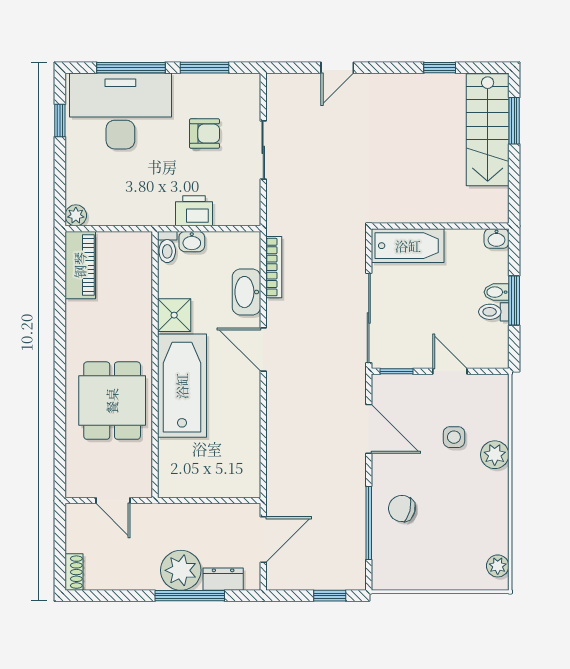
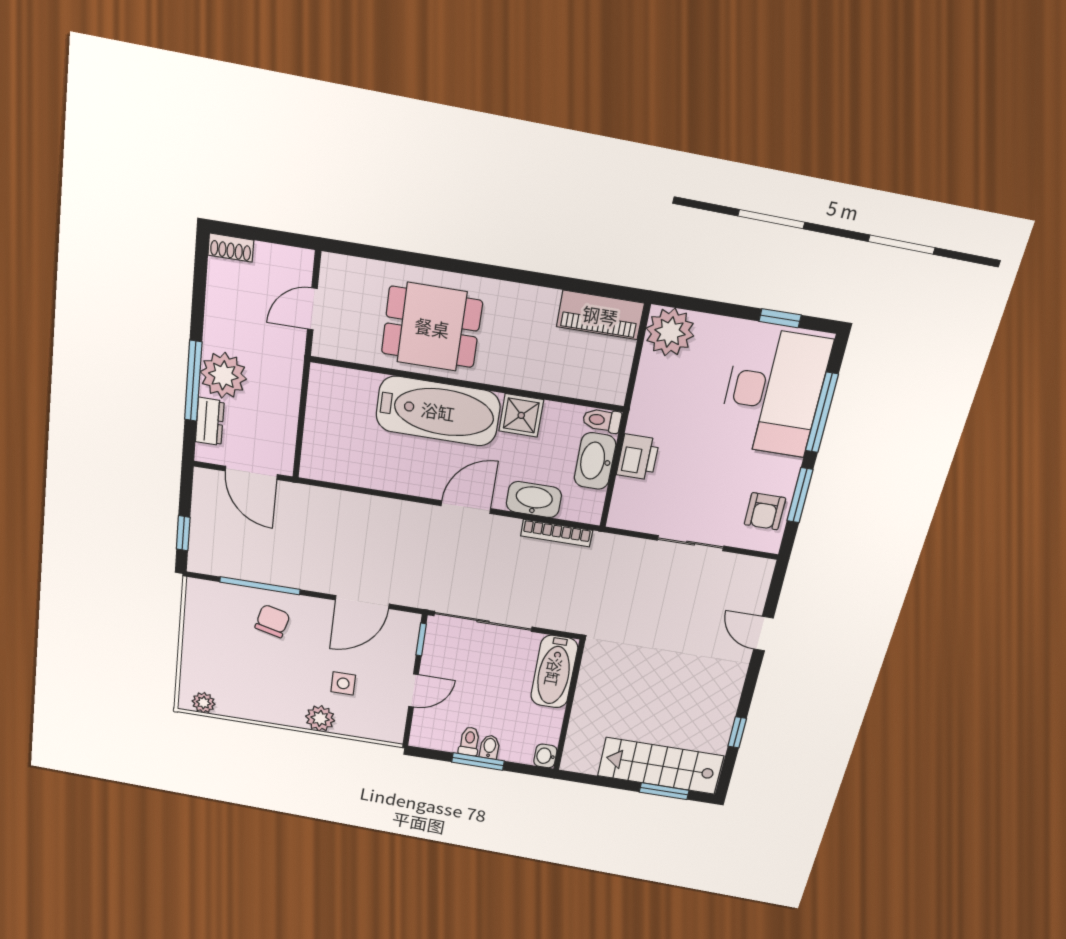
armchair: (205, 134) -> (765, 511), moved
plant: (76, 215) -> (670, 332), width x1.88, depth x1.88
washbasin: (192, 242) -> (595, 461), width x1.91, depth x1.45

